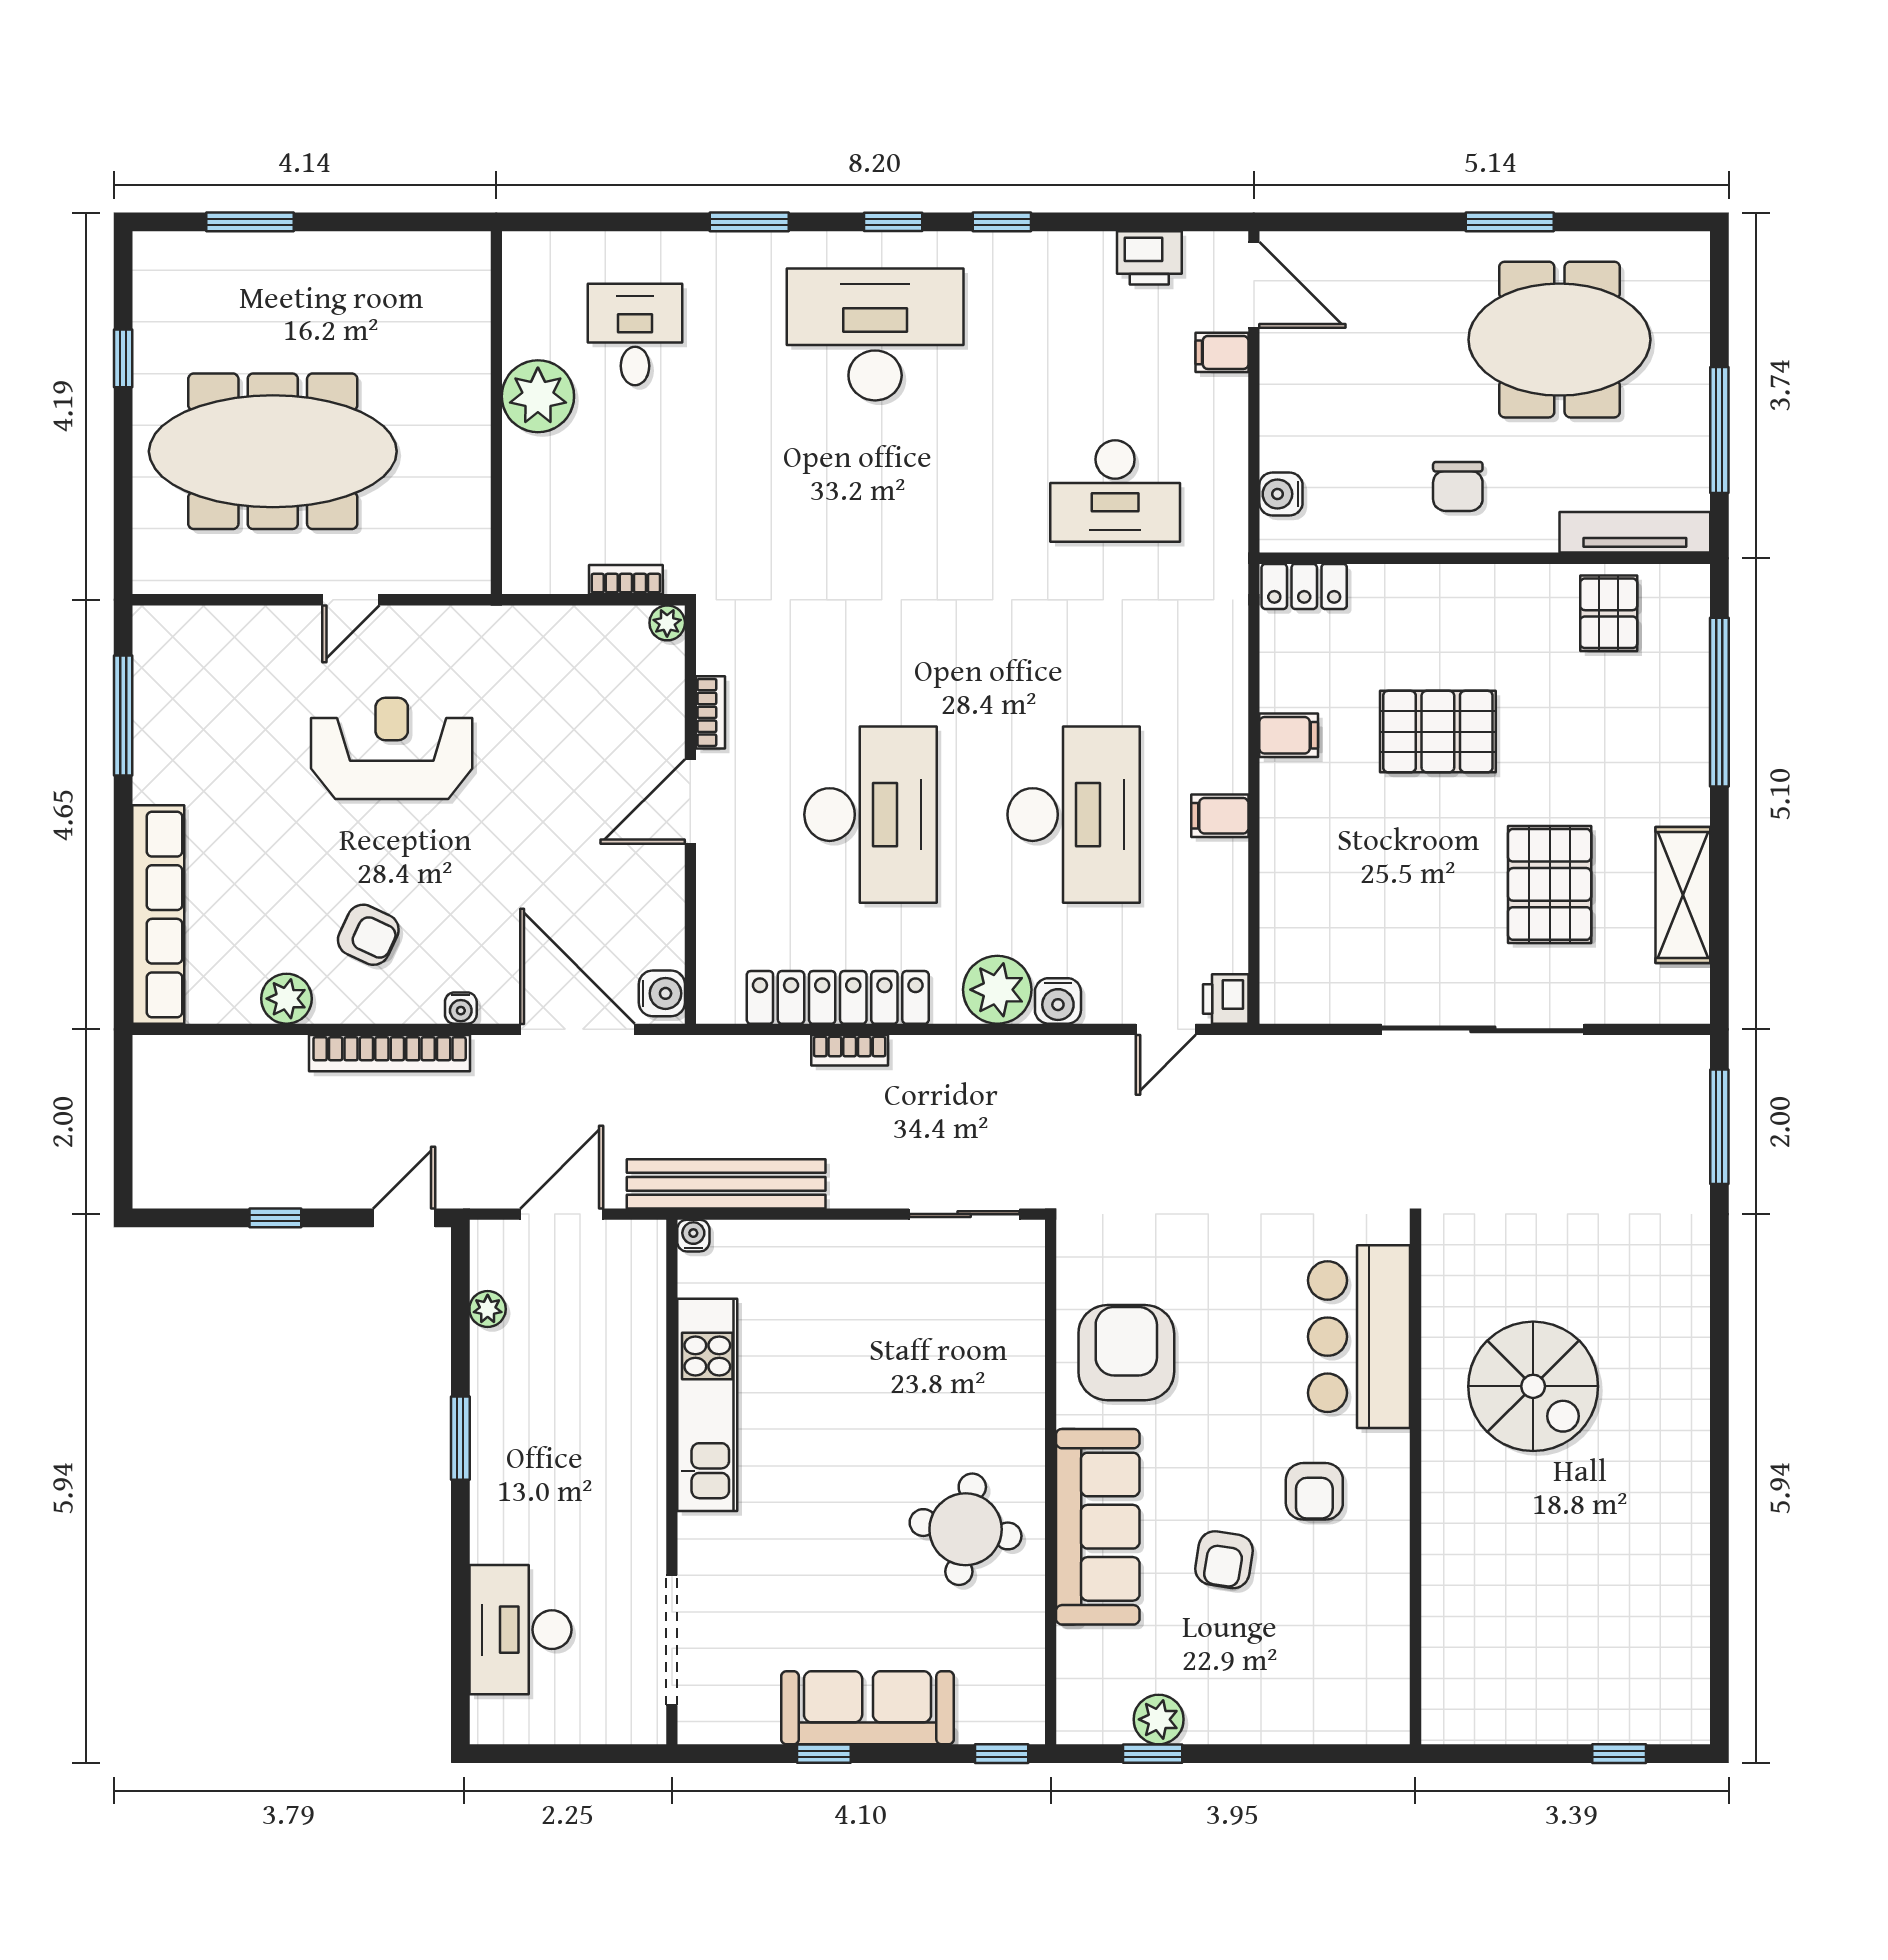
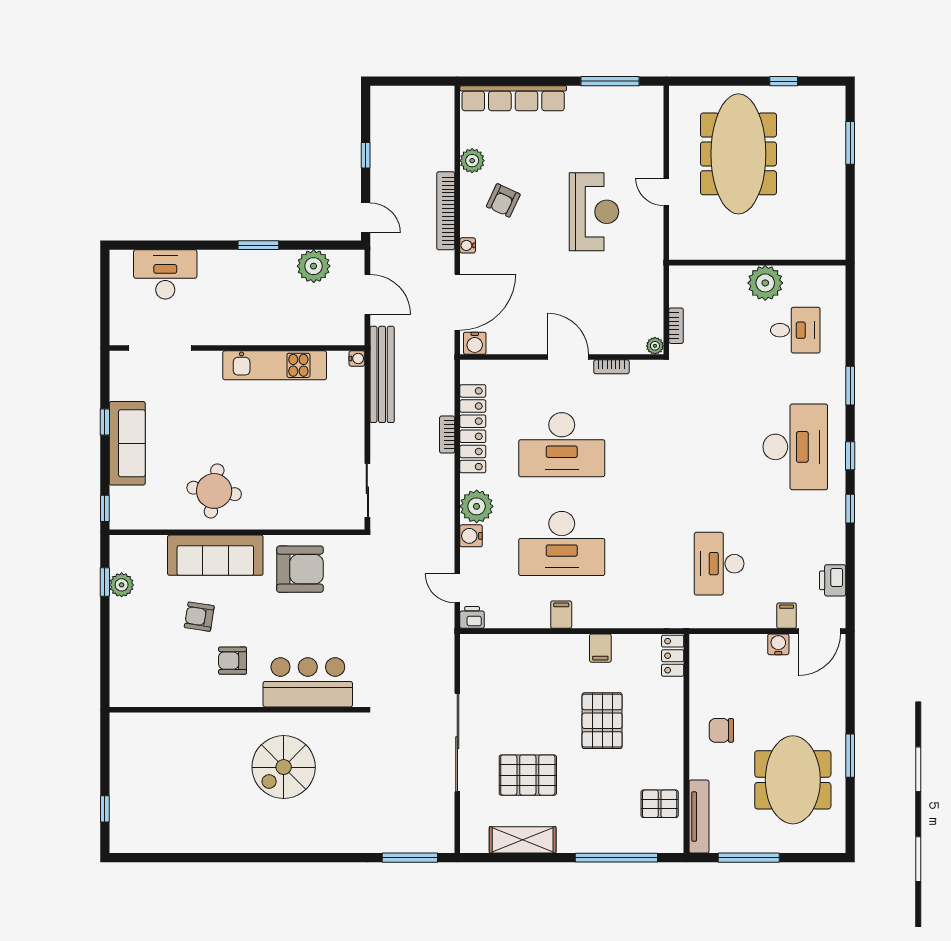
water cooler: (1281, 494) -> (778, 644), moved
plant: (488, 1309) -> (314, 266), width x1.88, depth x1.88

